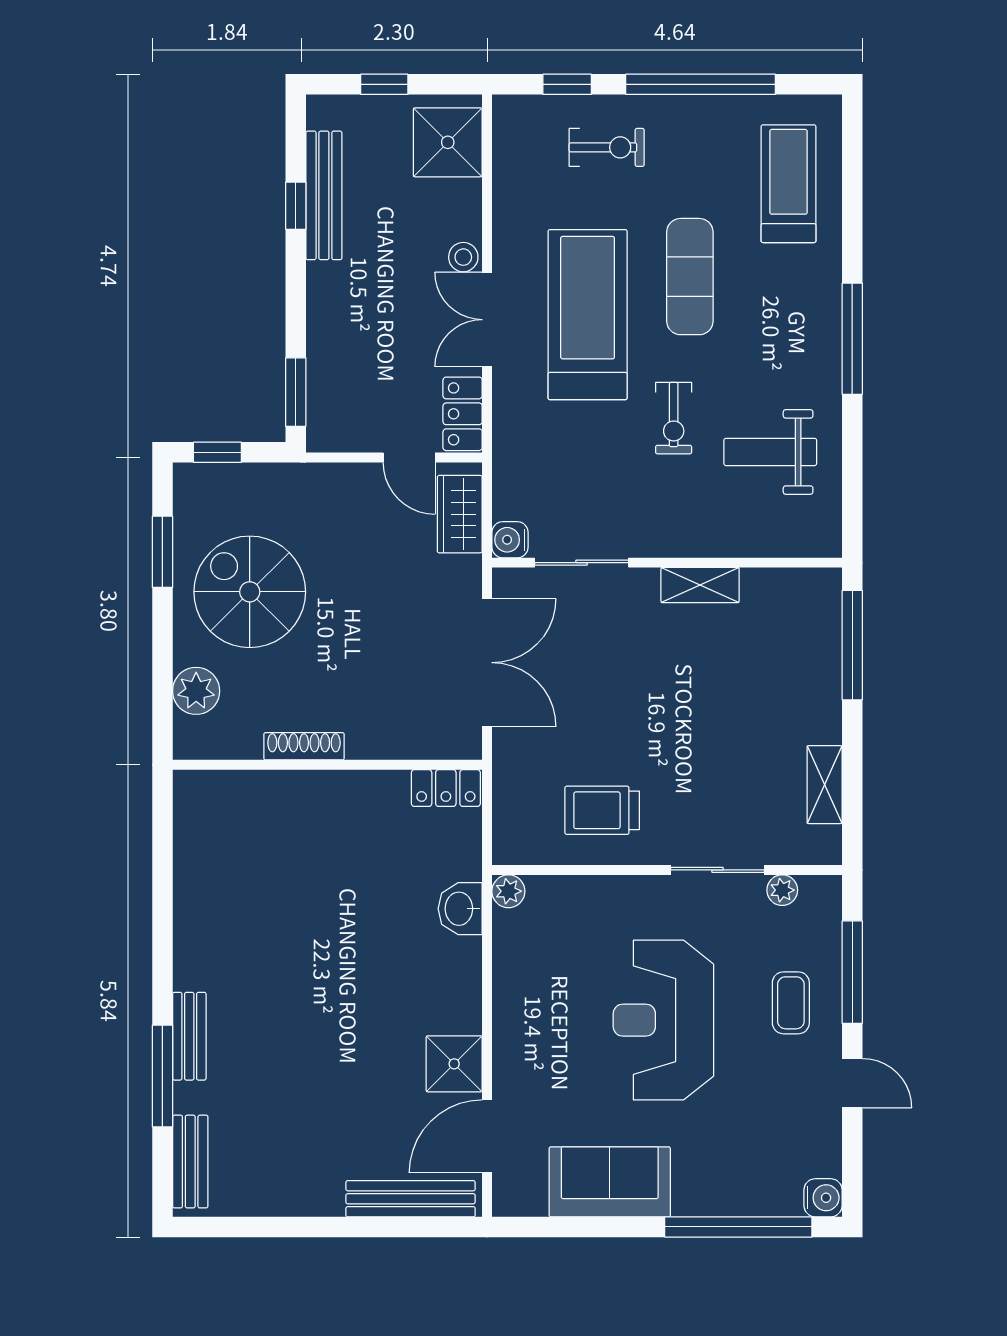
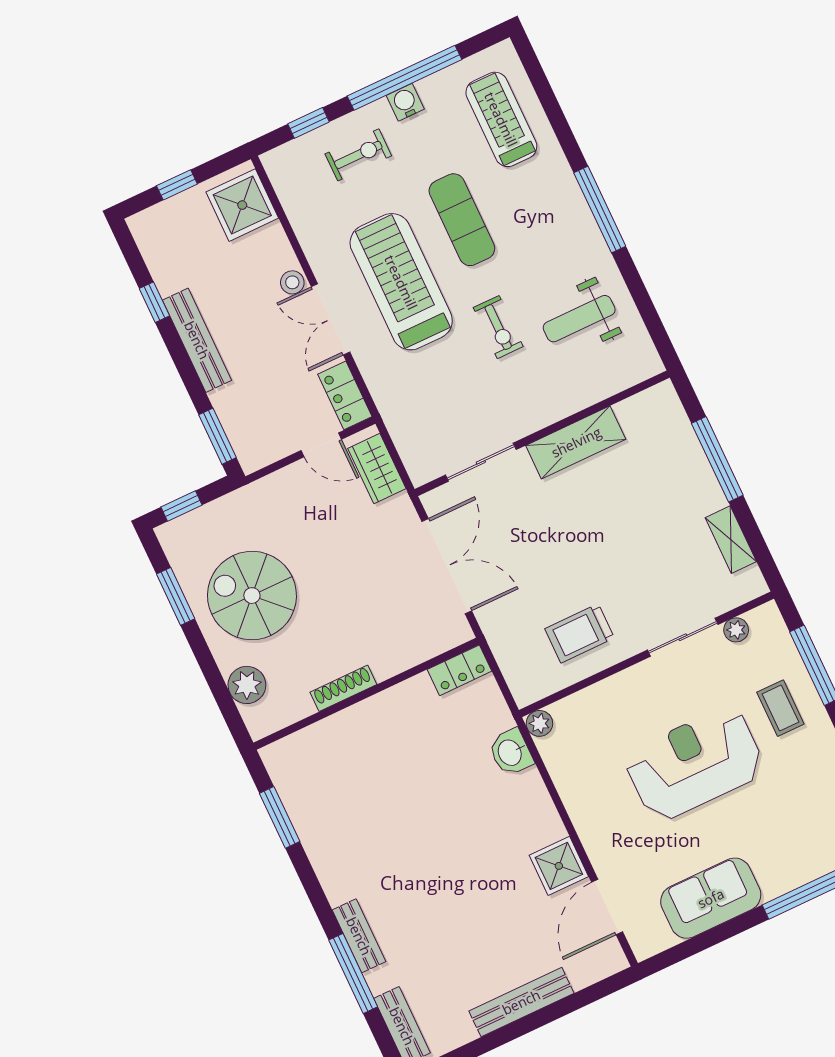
bench: (324, 195) -> (197, 340), moved
water cooler: (510, 540) -> (405, 102), moved, turned 90
shelving: (700, 585) -> (576, 442), width x1.50, depth x1.33
window: (852, 645) -> (717, 459), moved
window: (162, 859) -> (280, 817), added
reception desk: (663, 1020) -> (695, 764), turned 90
bench: (411, 1199) -> (521, 1002), moved

